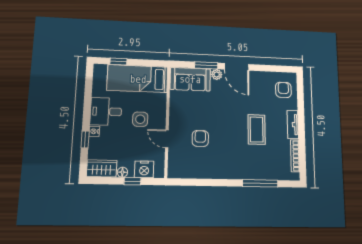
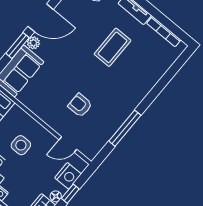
coffee table: (257, 129) -> (112, 47), turned 90
door: (167, 139) -> (68, 144), moved
window: (260, 183) -> (125, 128), moved

